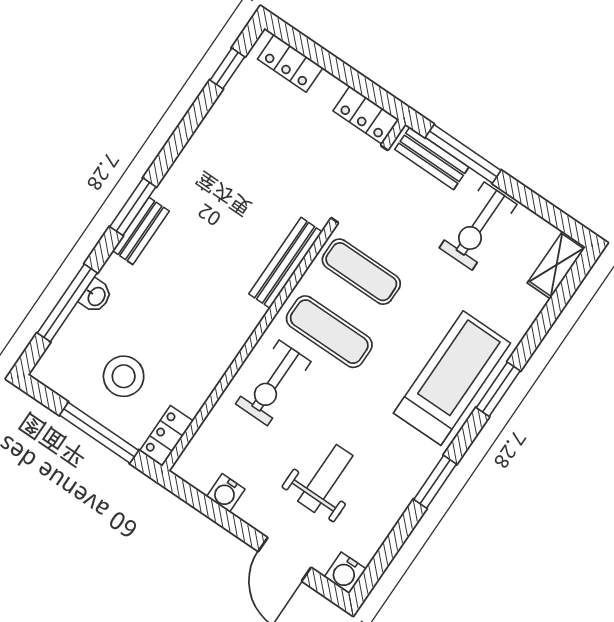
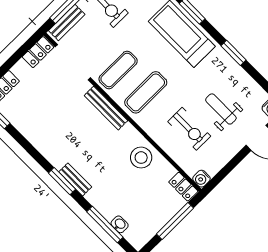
washbasin: (96, 296) -> (120, 224), moved
stool: (124, 376) -> (141, 158), moved
exercise bike: (273, 383) -> (189, 129), moved
water cooler: (226, 493) -> (201, 179), moved, turned 90

